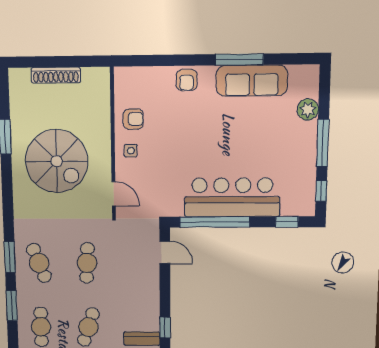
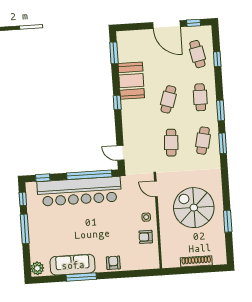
plant: (308, 109) -> (37, 268), moved
bar counter: (232, 197) -> (79, 191), width x1.36
cafe table: (39, 263) -> (203, 141), turned 33

